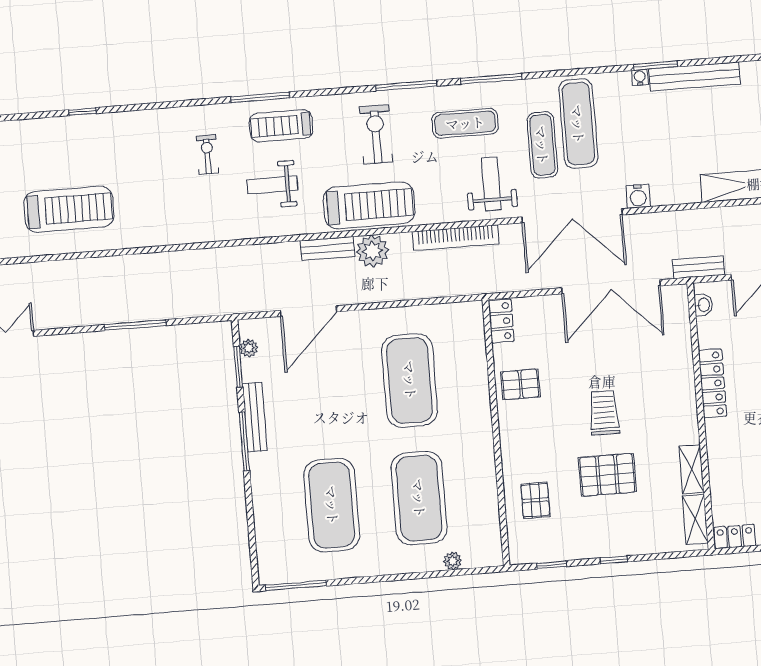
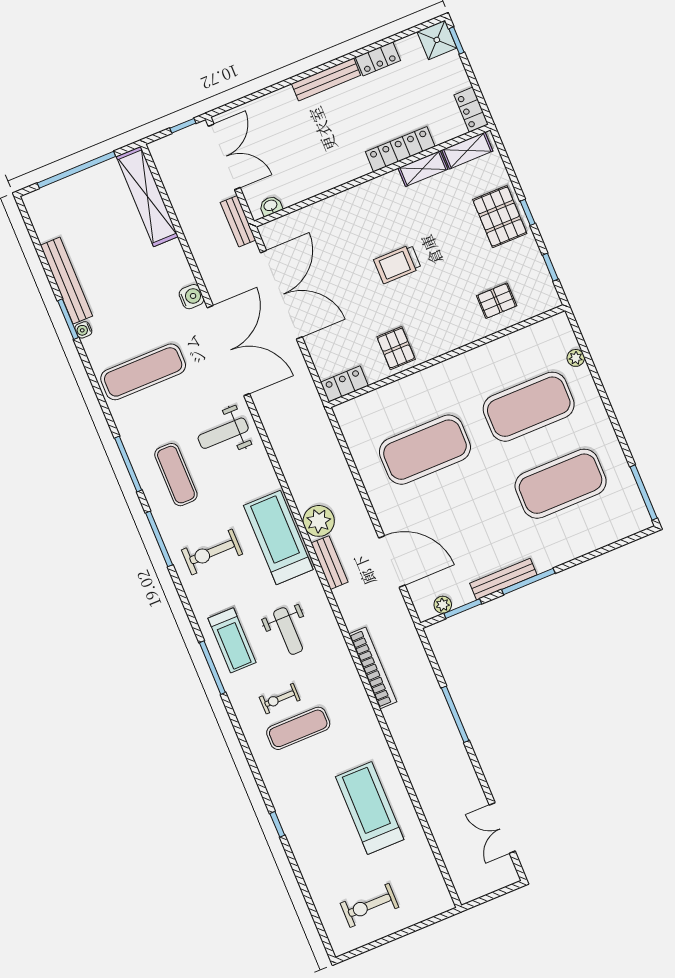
exercise mat: (542, 145) -> (298, 728), moved
bookcase: (455, 238) -> (373, 668), moved
locker: (713, 383) -> (400, 149), moved
pallet: (607, 475) -> (500, 217), moved

